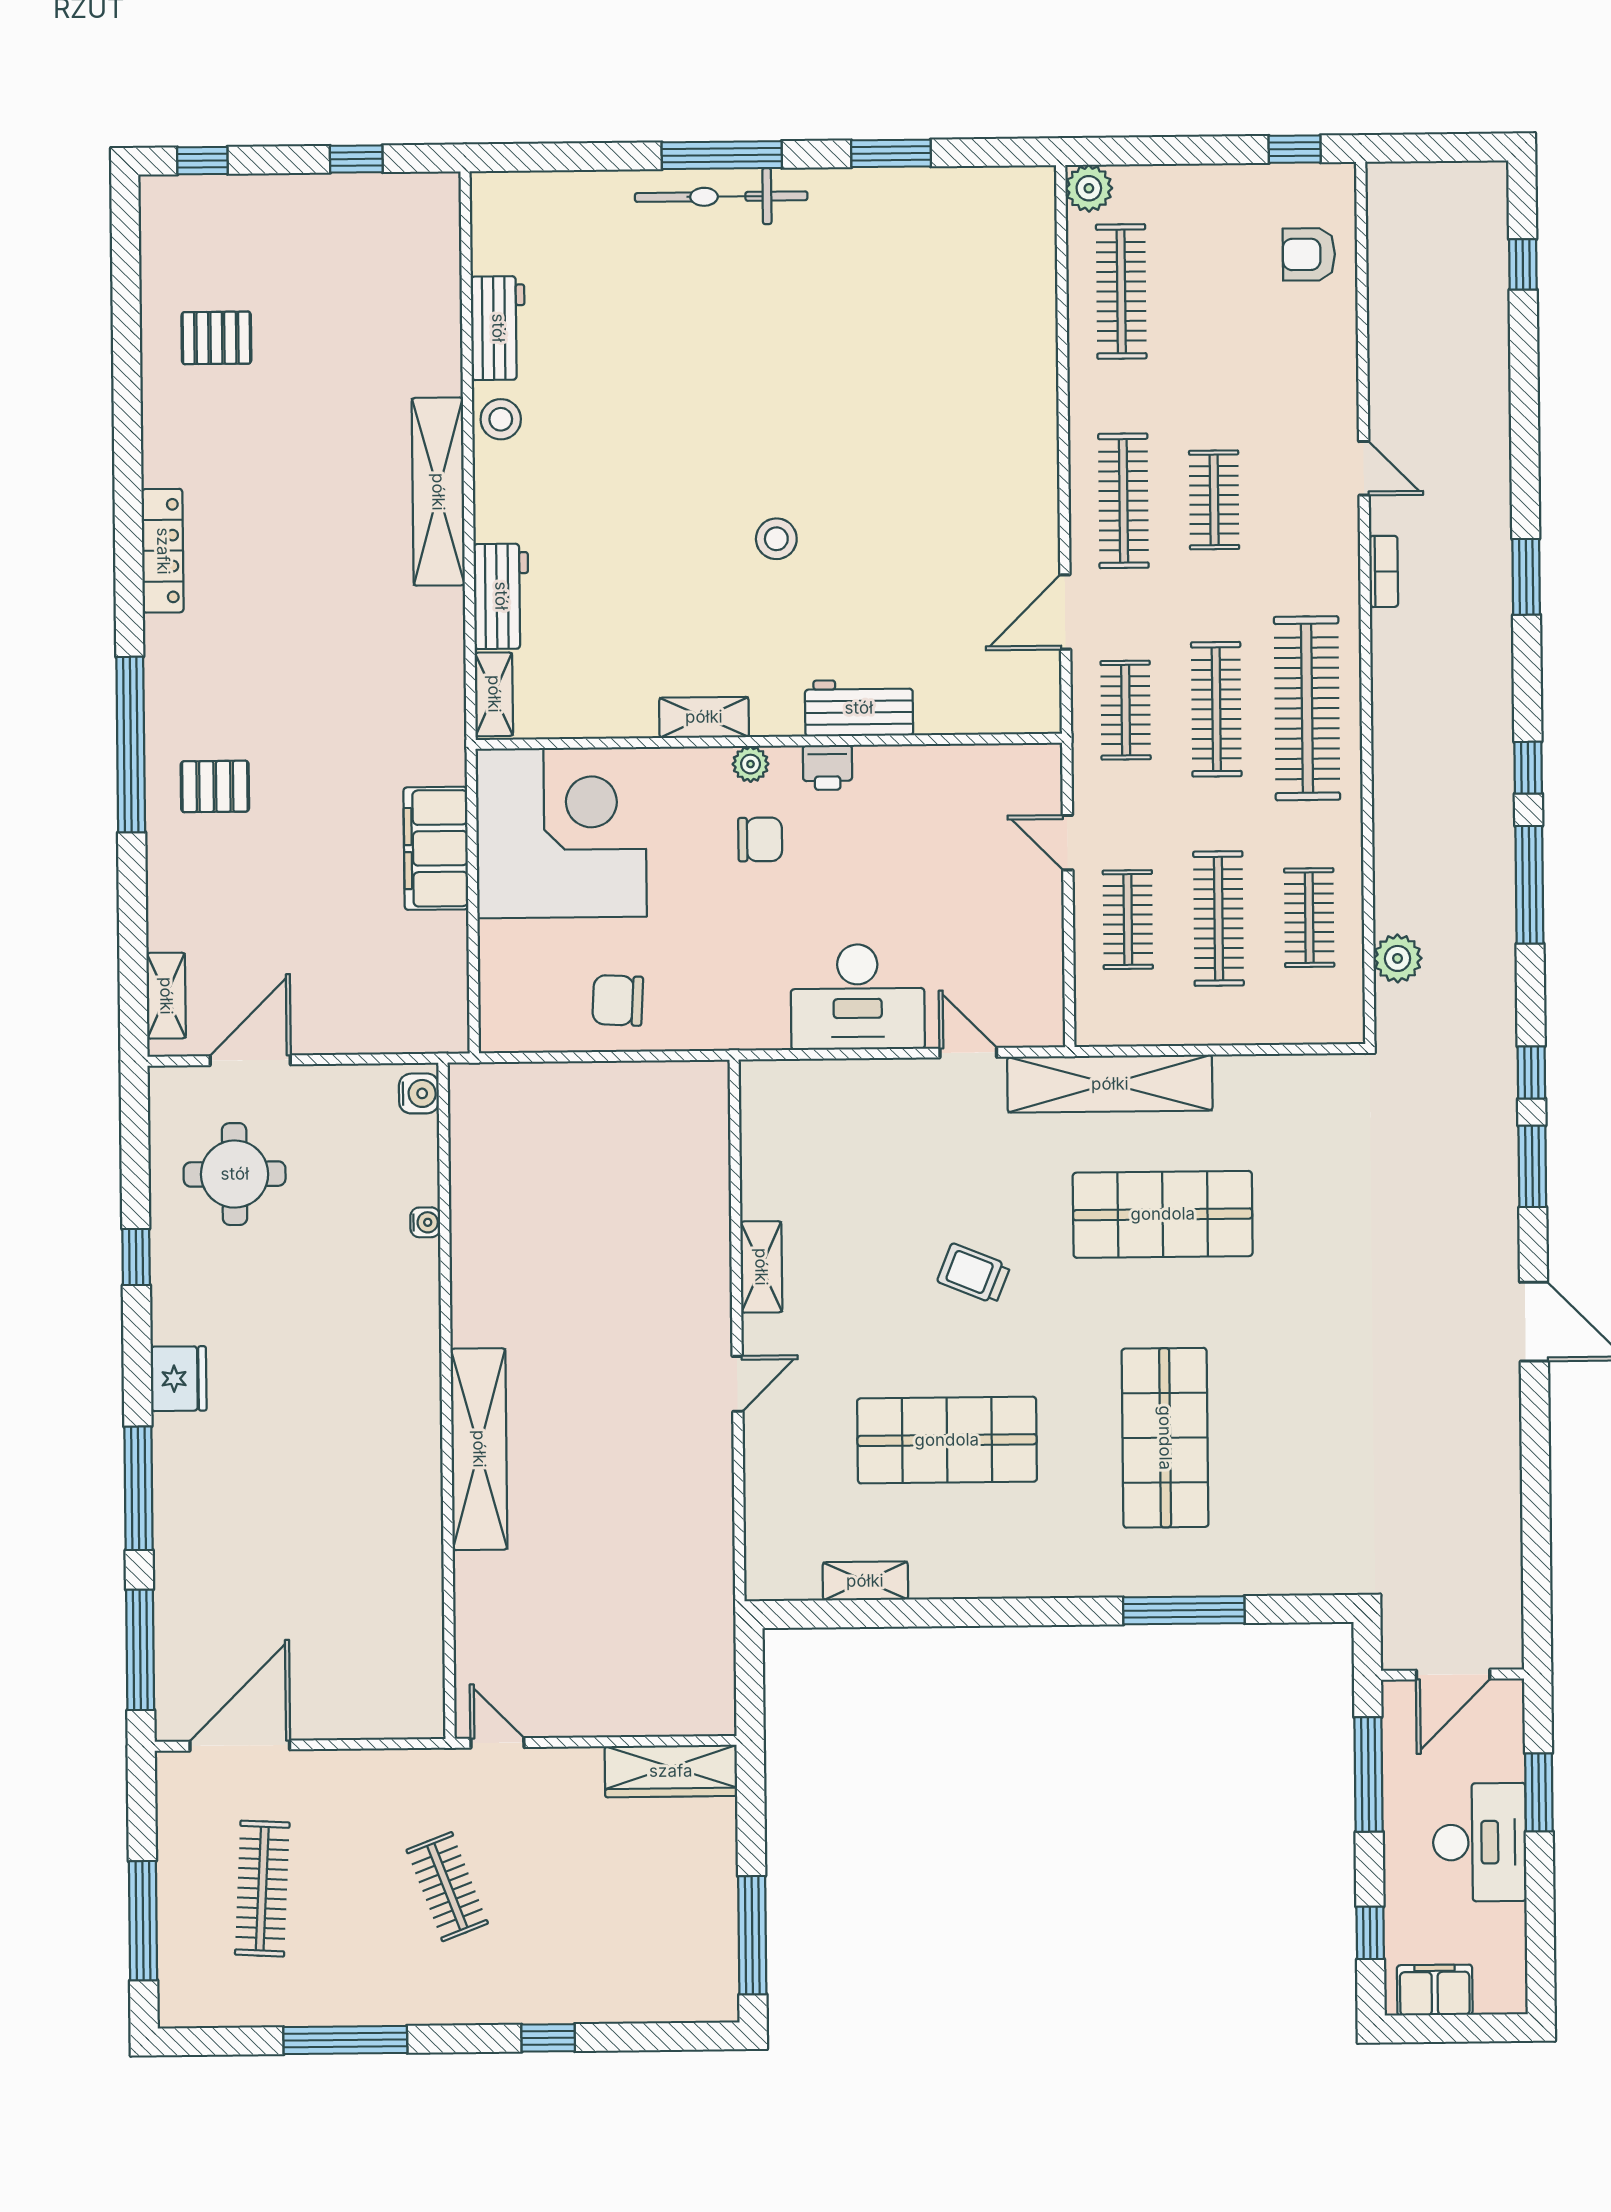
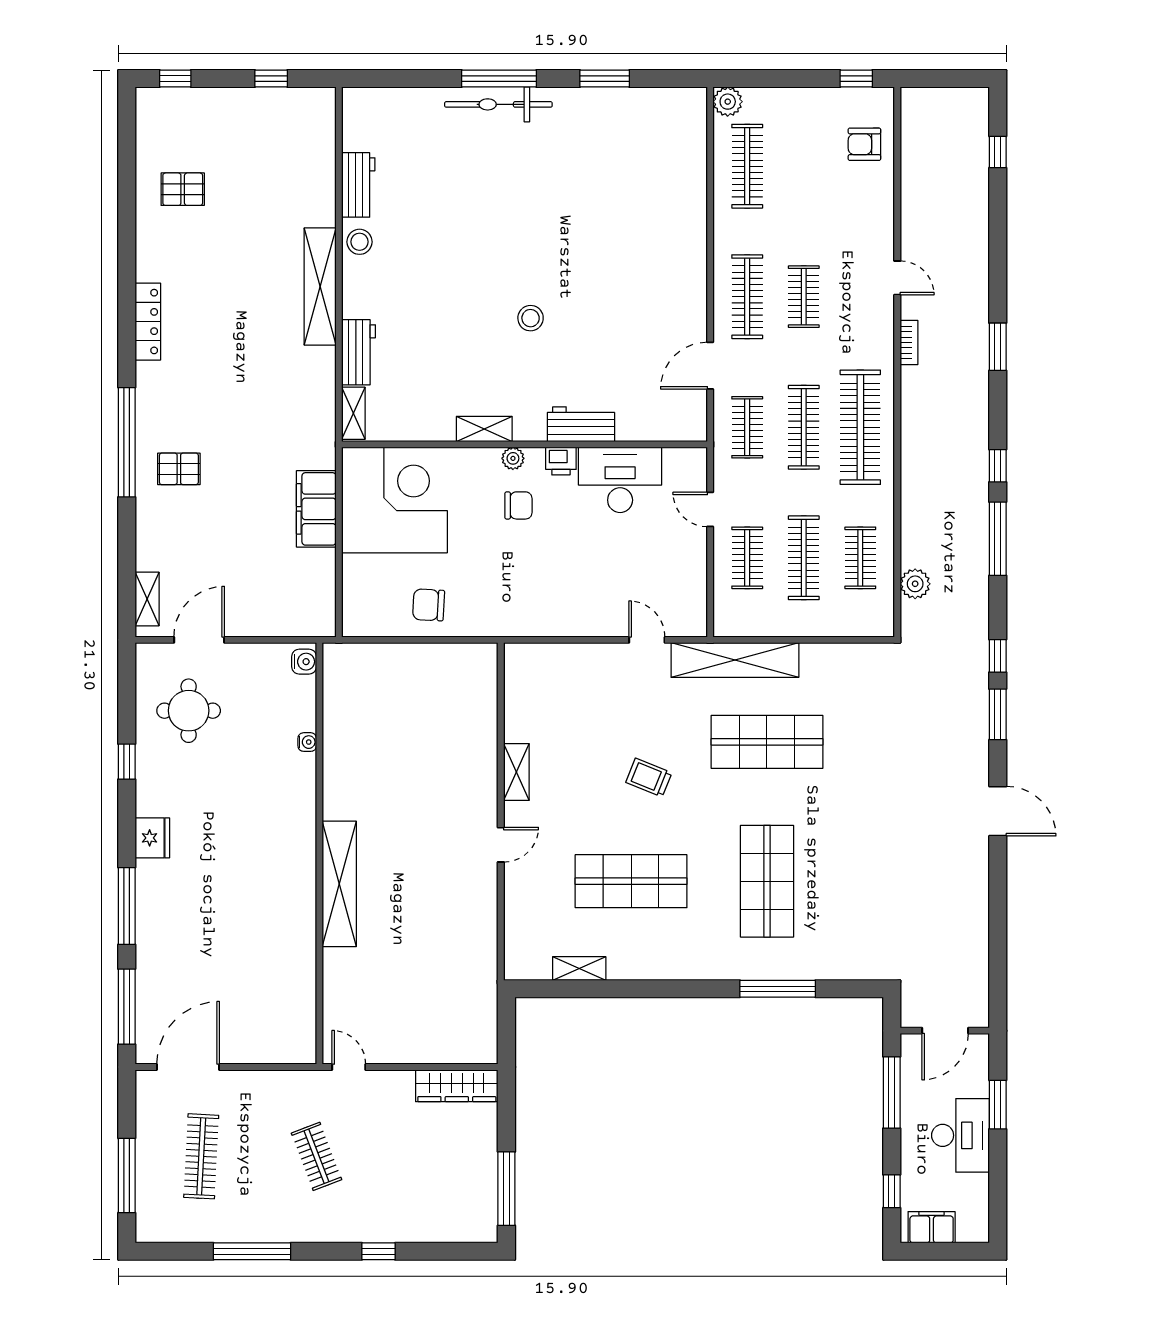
desk: (858, 997) -> (620, 480), moved, turned 180

